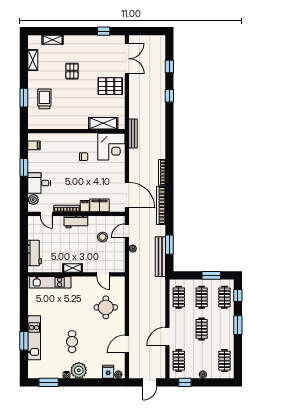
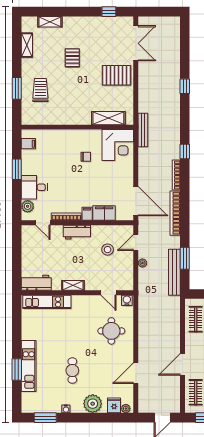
window: (169, 66) -> (185, 152), moved
workbench: (35, 253) -> (36, 283), moved, turned -90
water cooler: (119, 281) -> (127, 300), added
plant: (79, 370) -> (93, 404), moved

